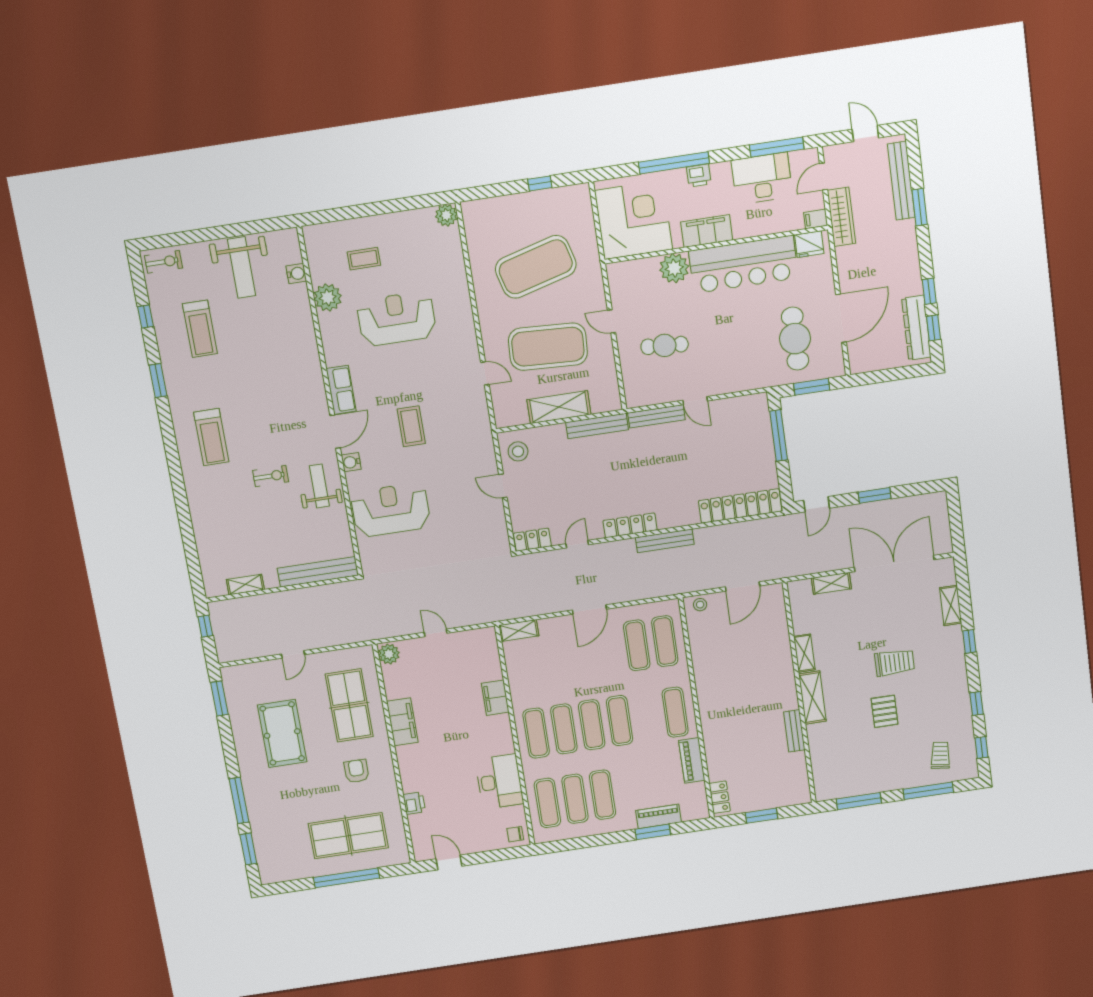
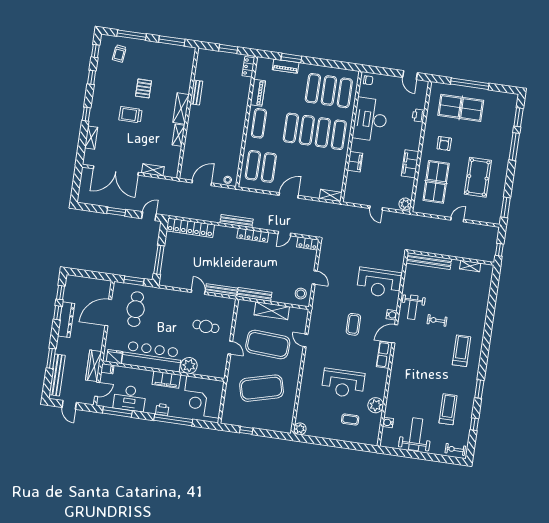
dresser: (916, 328) -> (66, 320), moved
desk: (499, 782) -> (370, 119), width x1.36, depth x1.30

